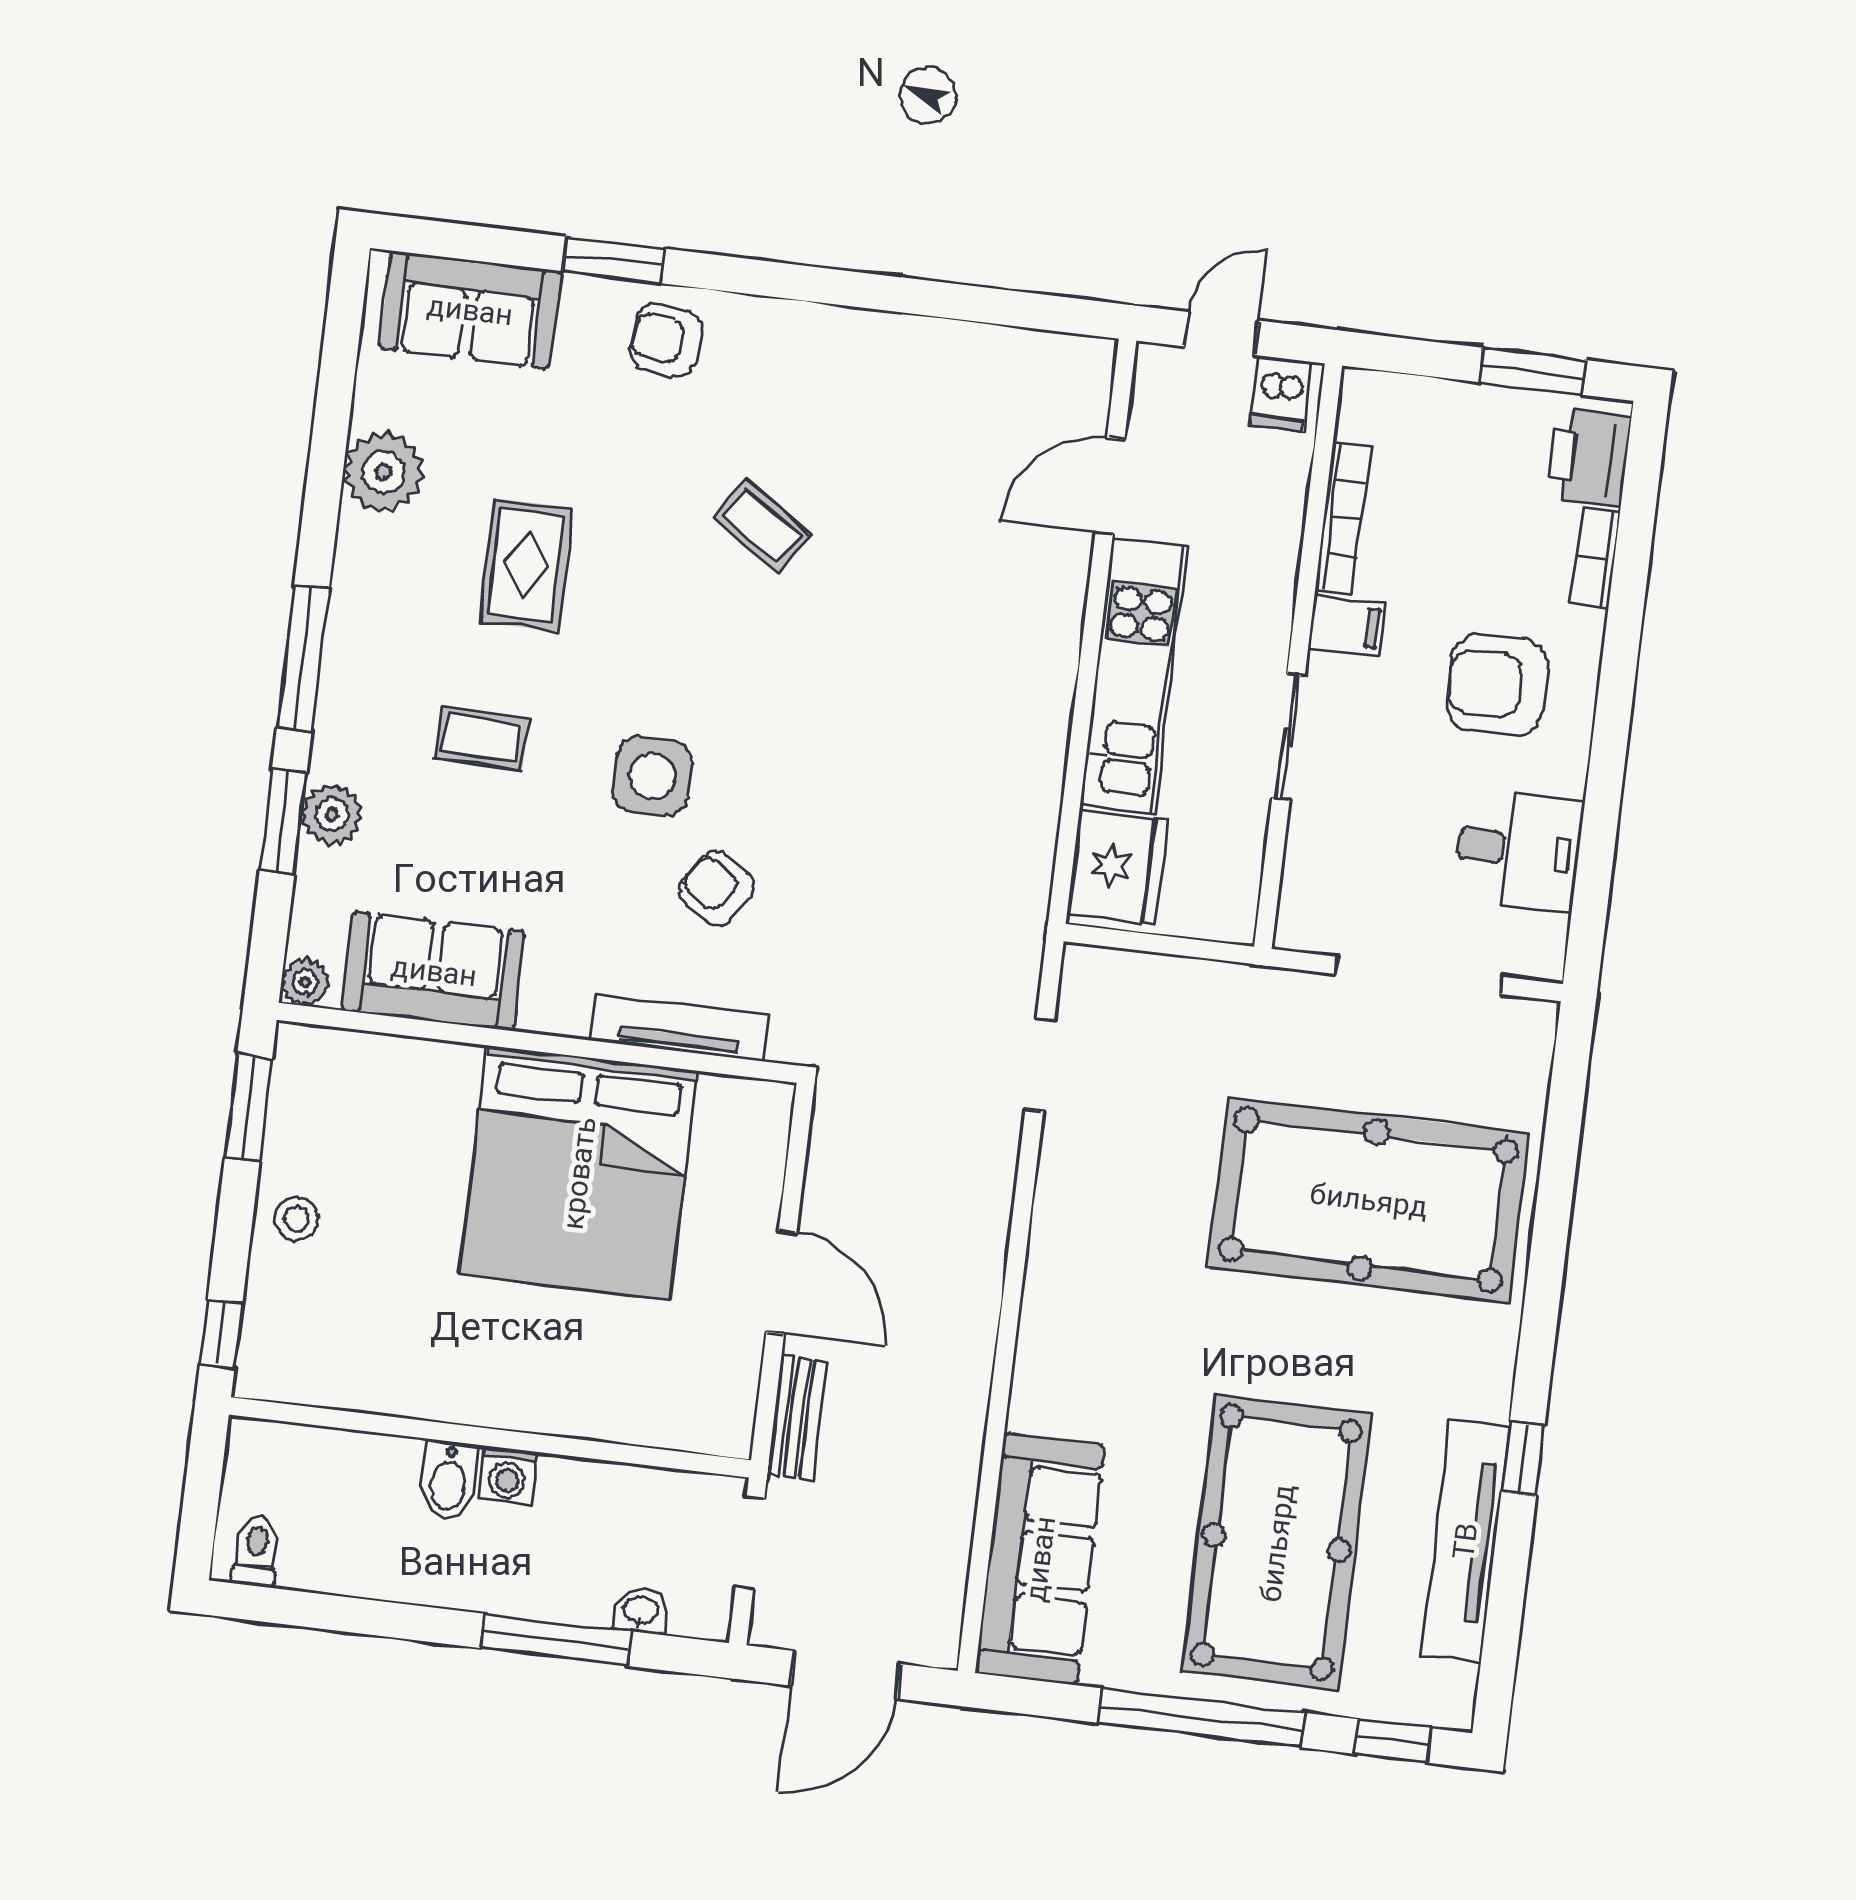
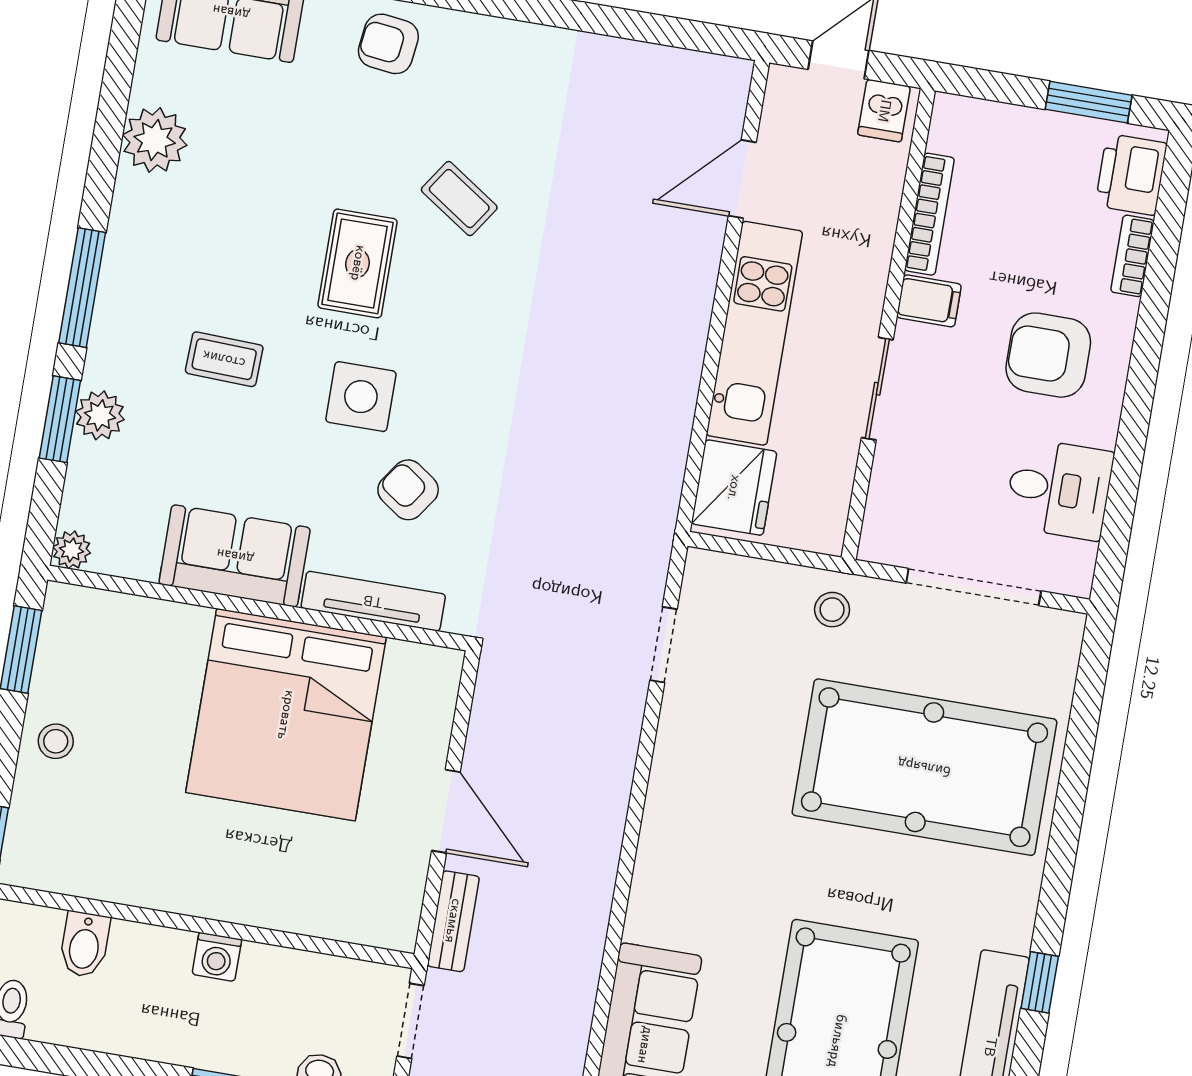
rug: (526, 565) -> (358, 263), moved
sofa: (434, 971) -> (235, 556), moved
stool: (1246, 1011) -> (832, 610), added
bidet: (449, 1480) -> (85, 945), moved

